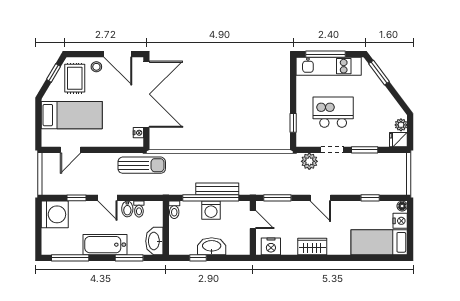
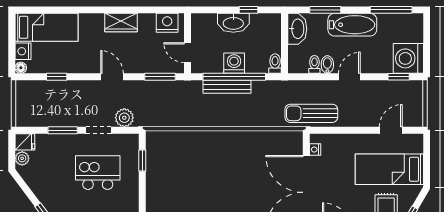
kitchen island: (333, 112) -> (98, 173), turned 180
window: (76, 198) -> (399, 77), moved
door: (108, 198) -> (349, 77), hinge flipped

